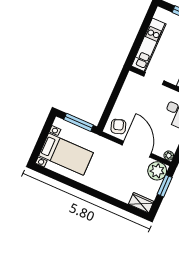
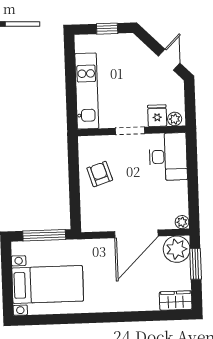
doorway: (154, 79) -> (130, 131), moved
armchair: (118, 127) -> (100, 174), moved
door: (137, 149) -> (136, 234), swing flipped

